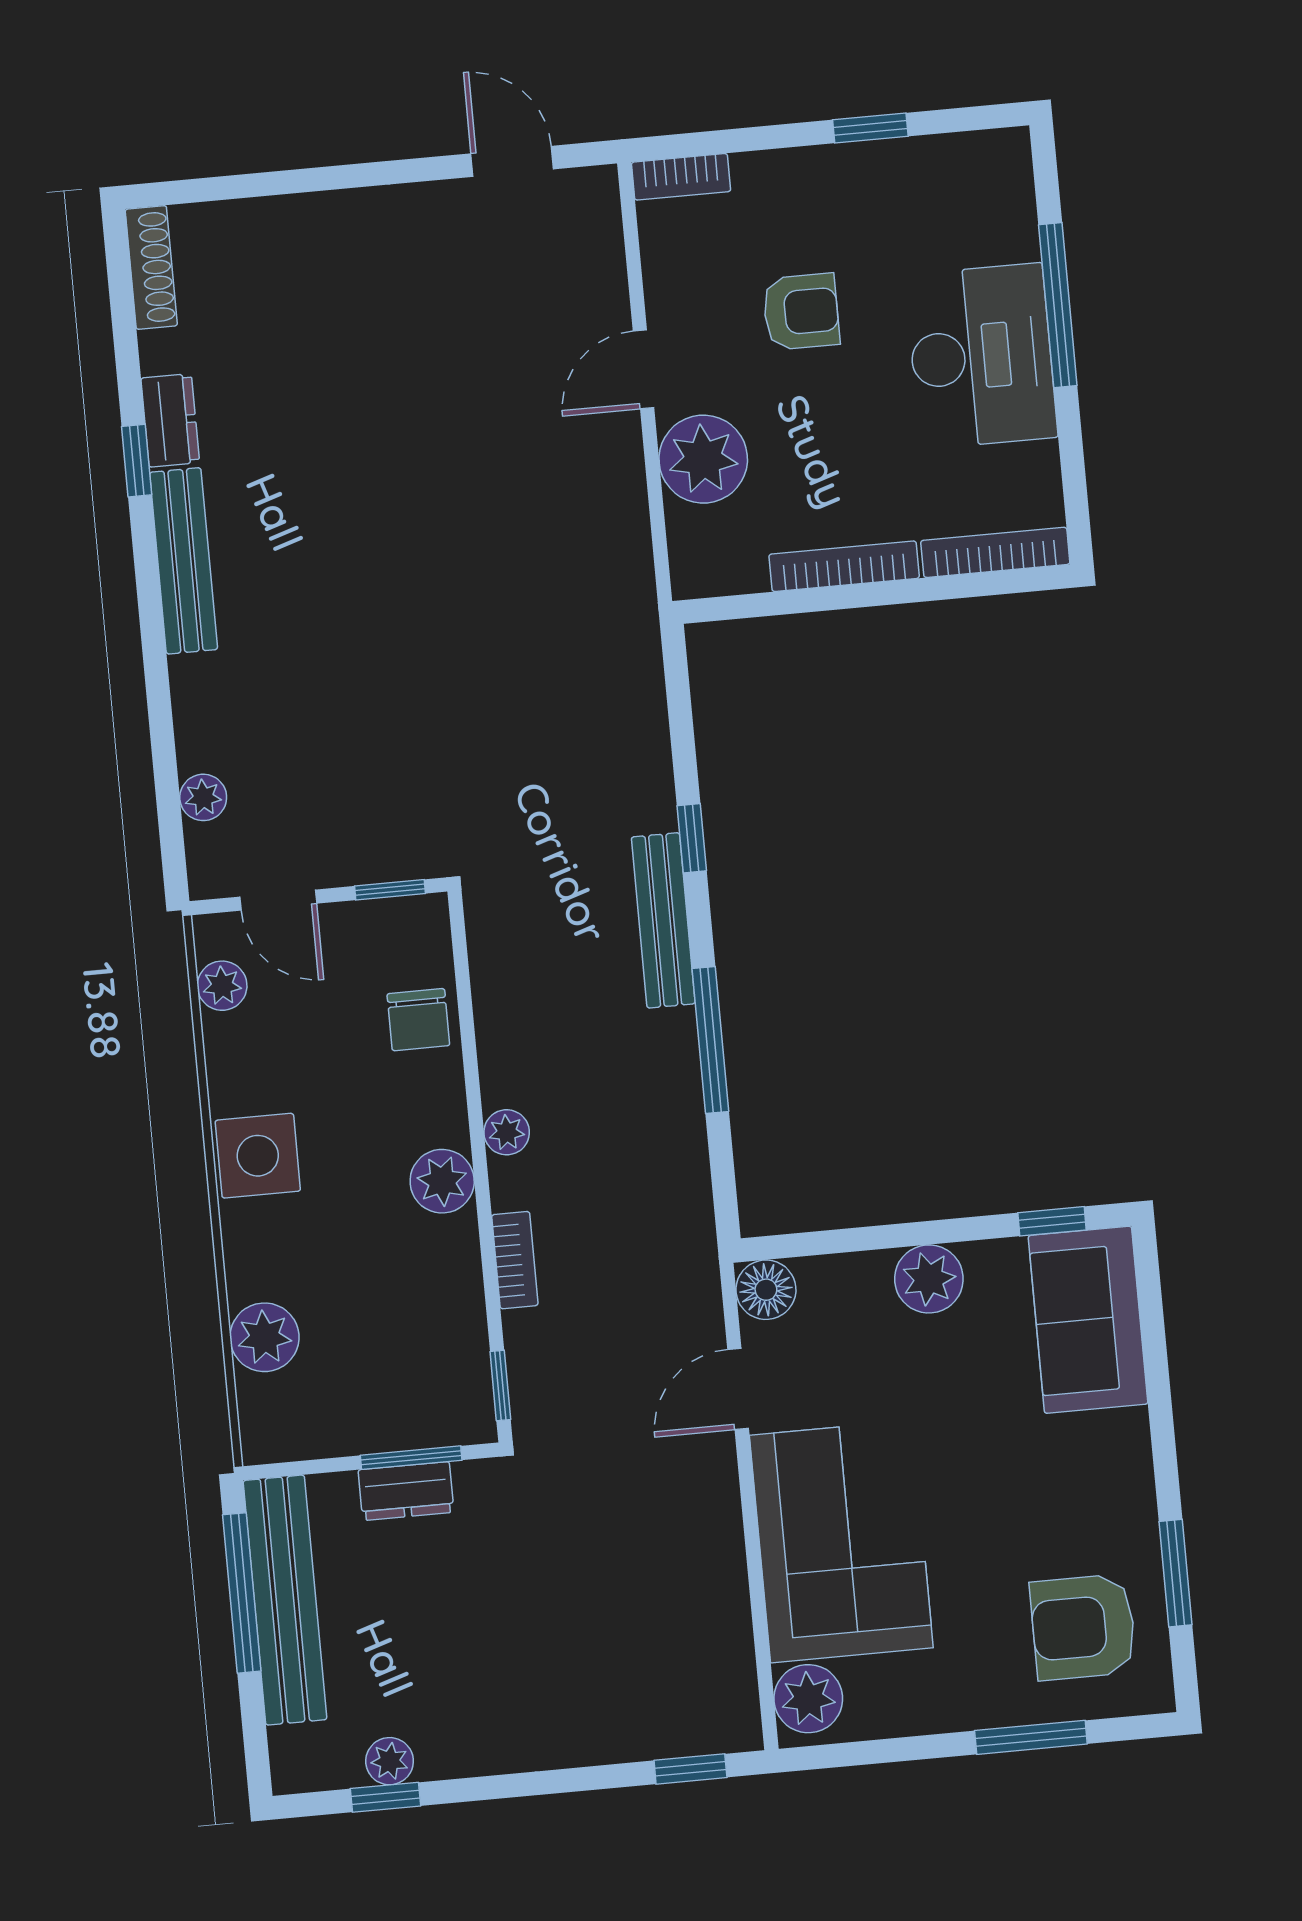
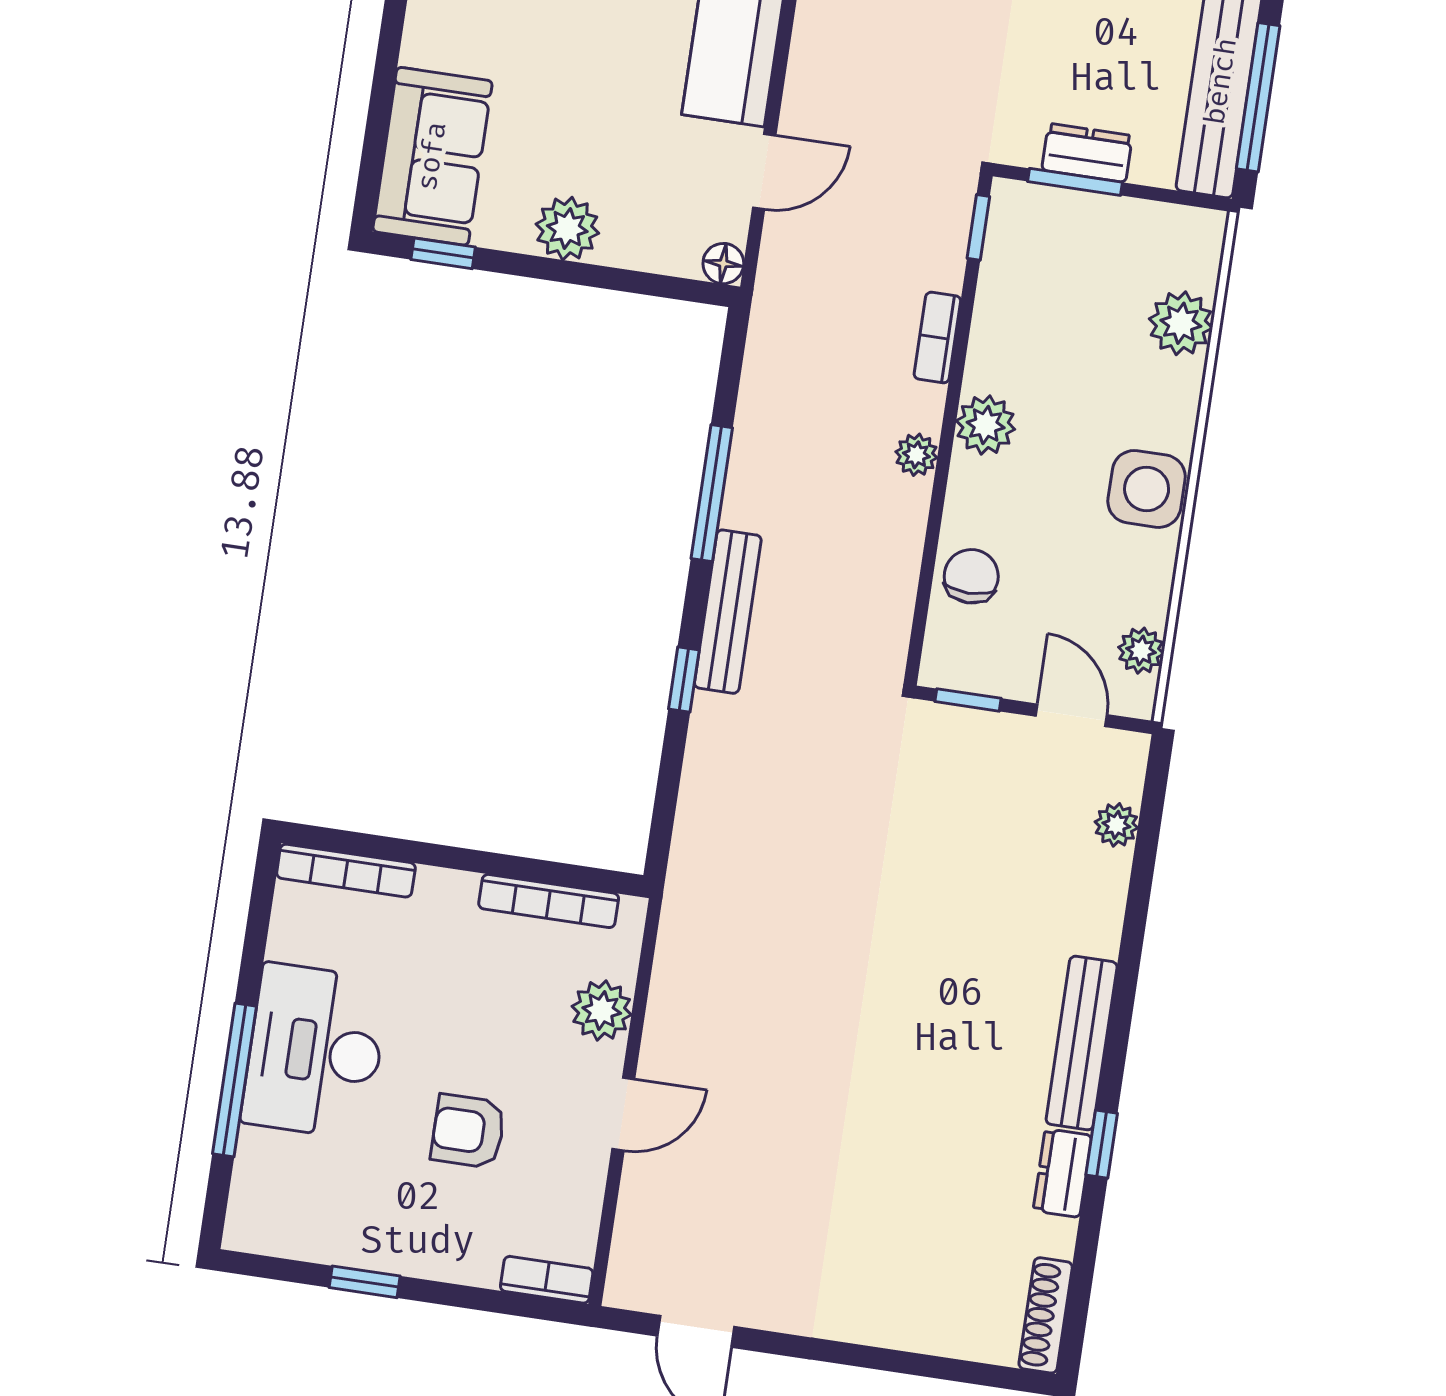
plant: (703, 459) -> (602, 1010), width x0.73, depth x0.73
bookcase: (844, 566) -> (549, 901), moved
floor lamp: (766, 1290) -> (723, 264), width x0.73, depth x0.73

